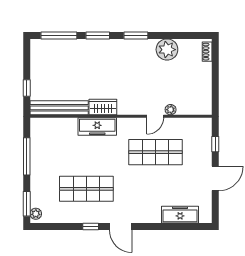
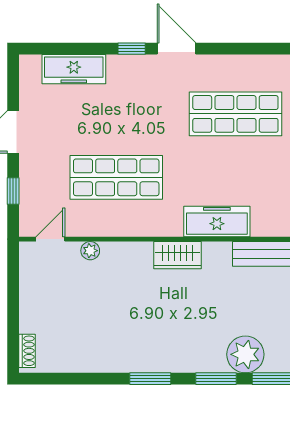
plant: (167, 50) -> (245, 354), moved
wardrobe: (103, 107) -> (178, 255), moved
door: (155, 116) -> (50, 239), moved
window: (91, 227) -> (132, 49), moved

